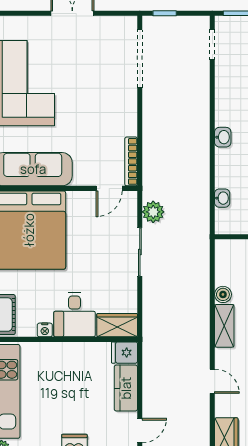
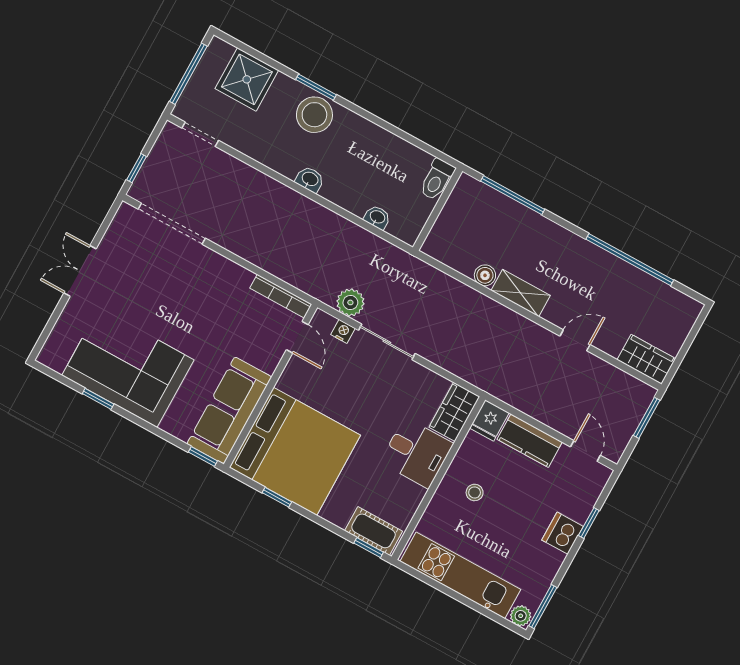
nightstand: (45, 330) -> (343, 331), moved, turned -90
stool: (69, 370) -> (475, 492), added

